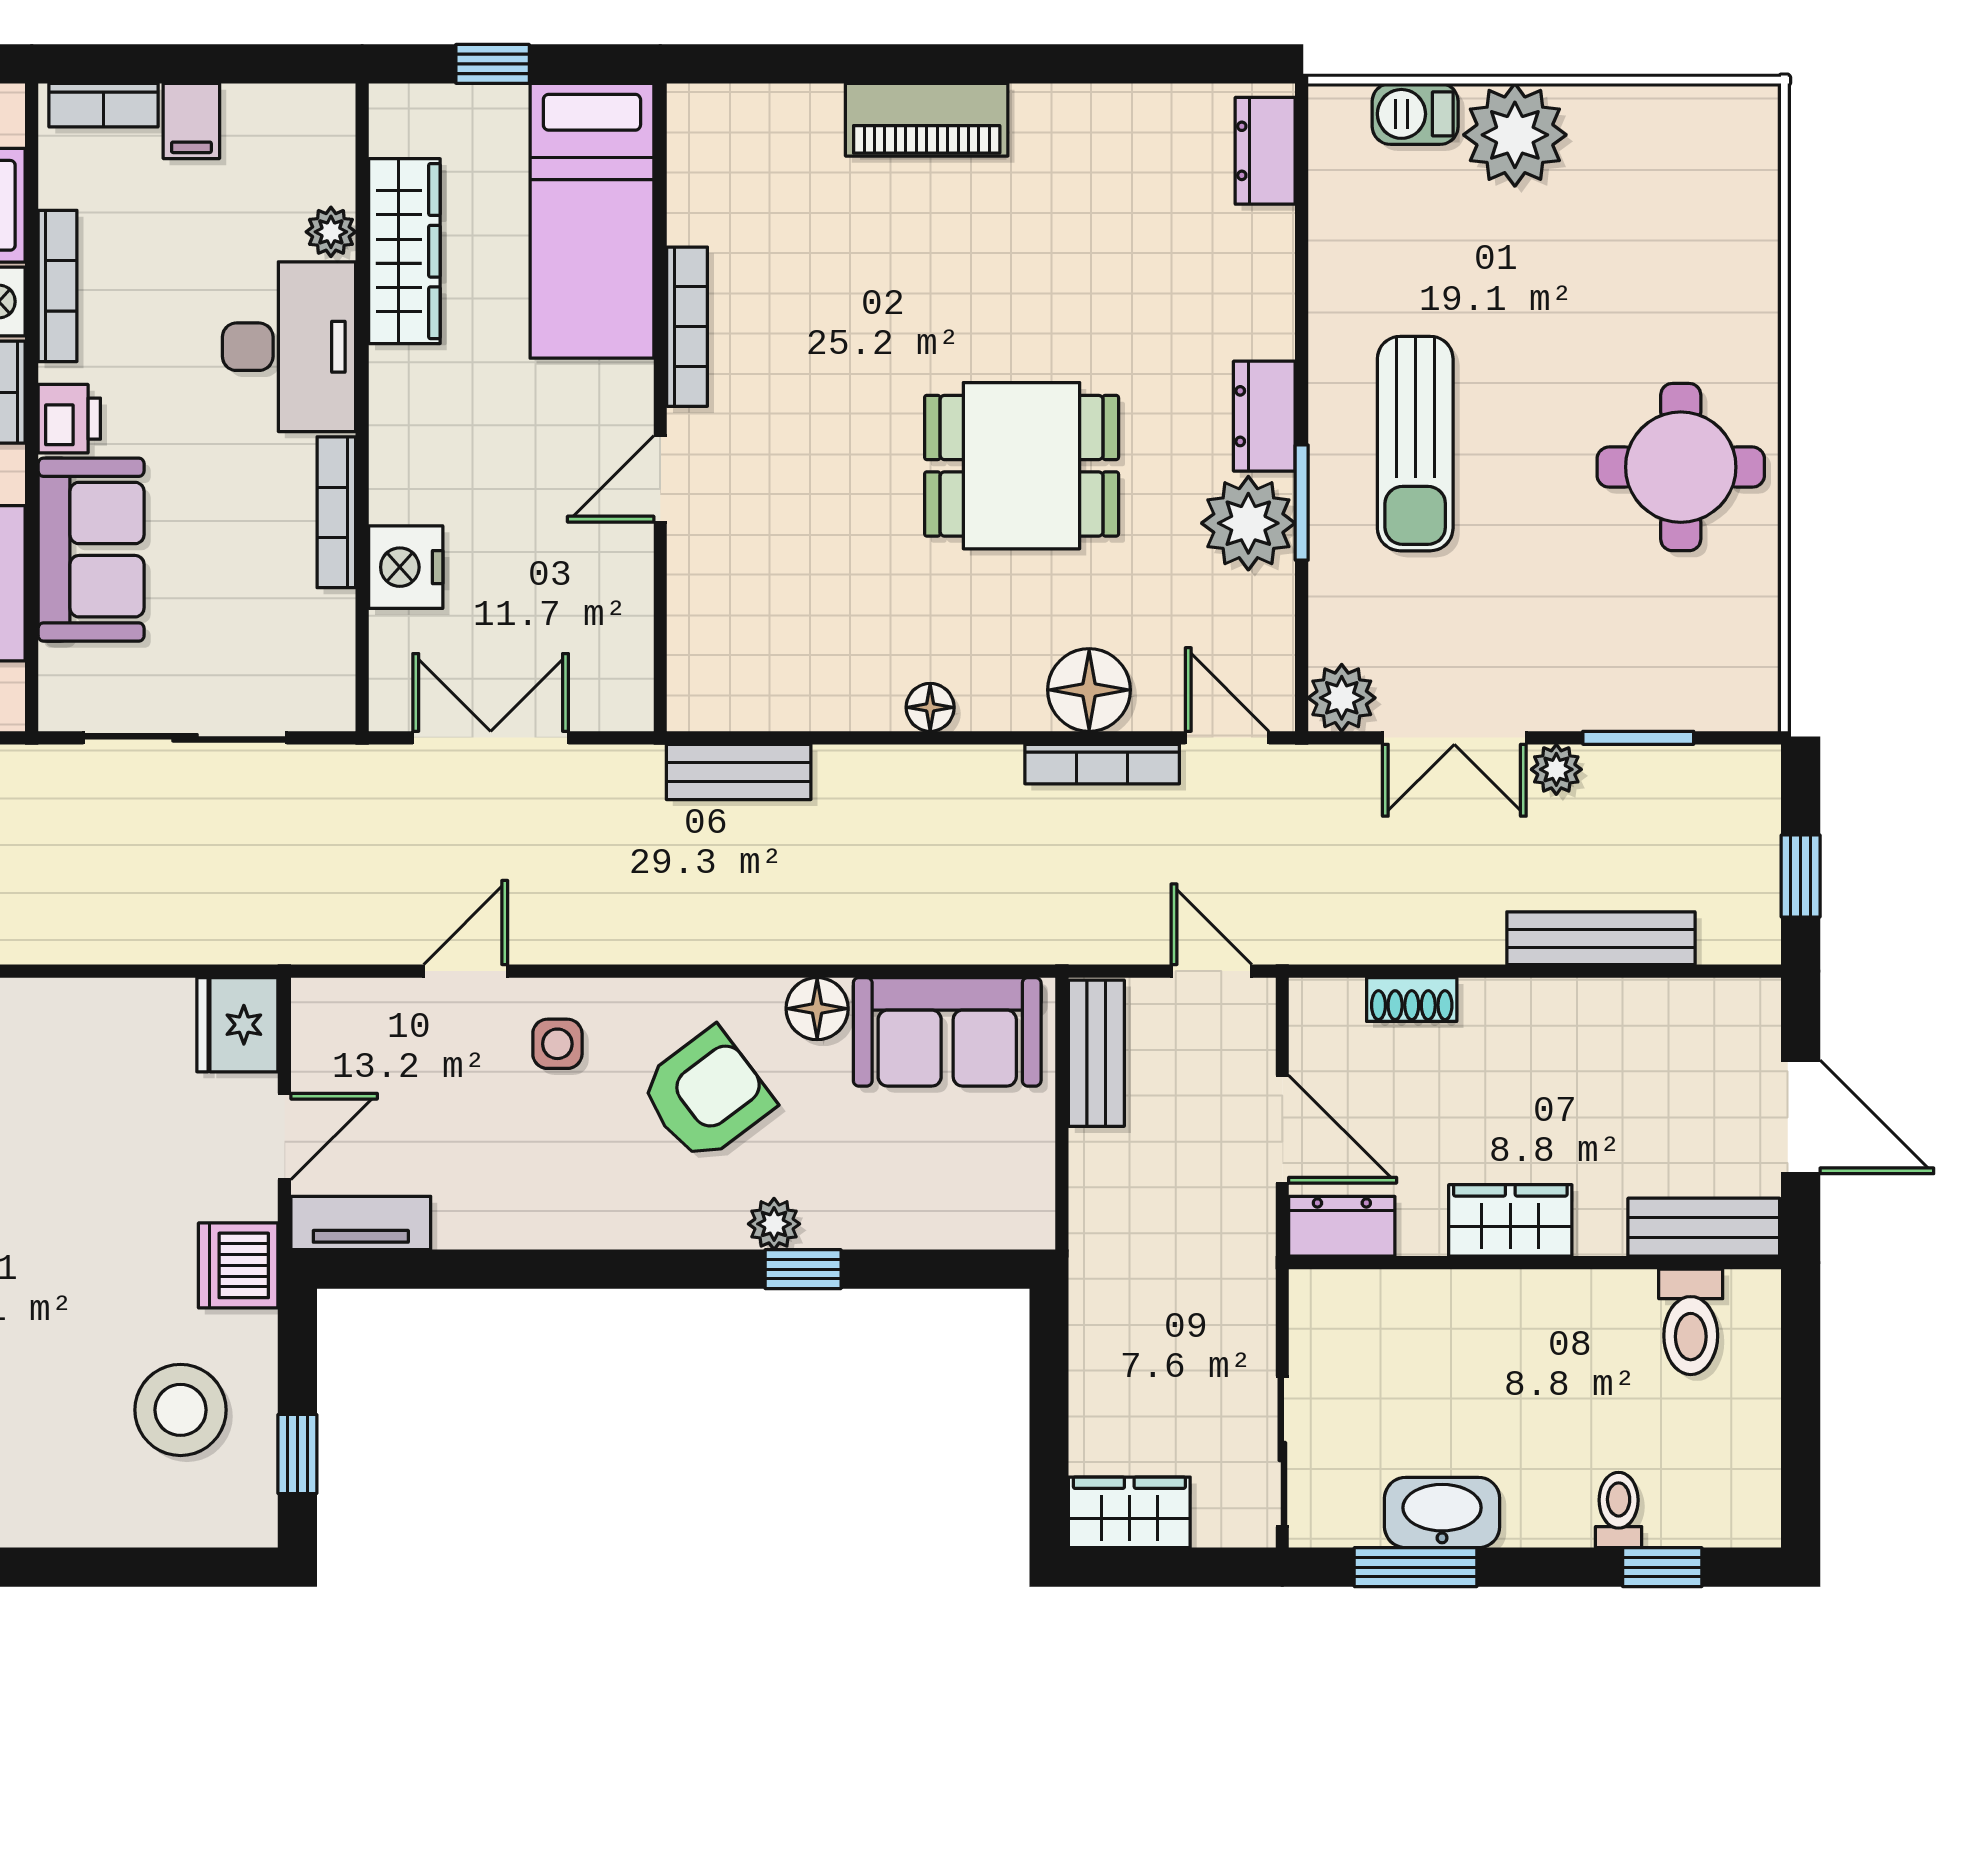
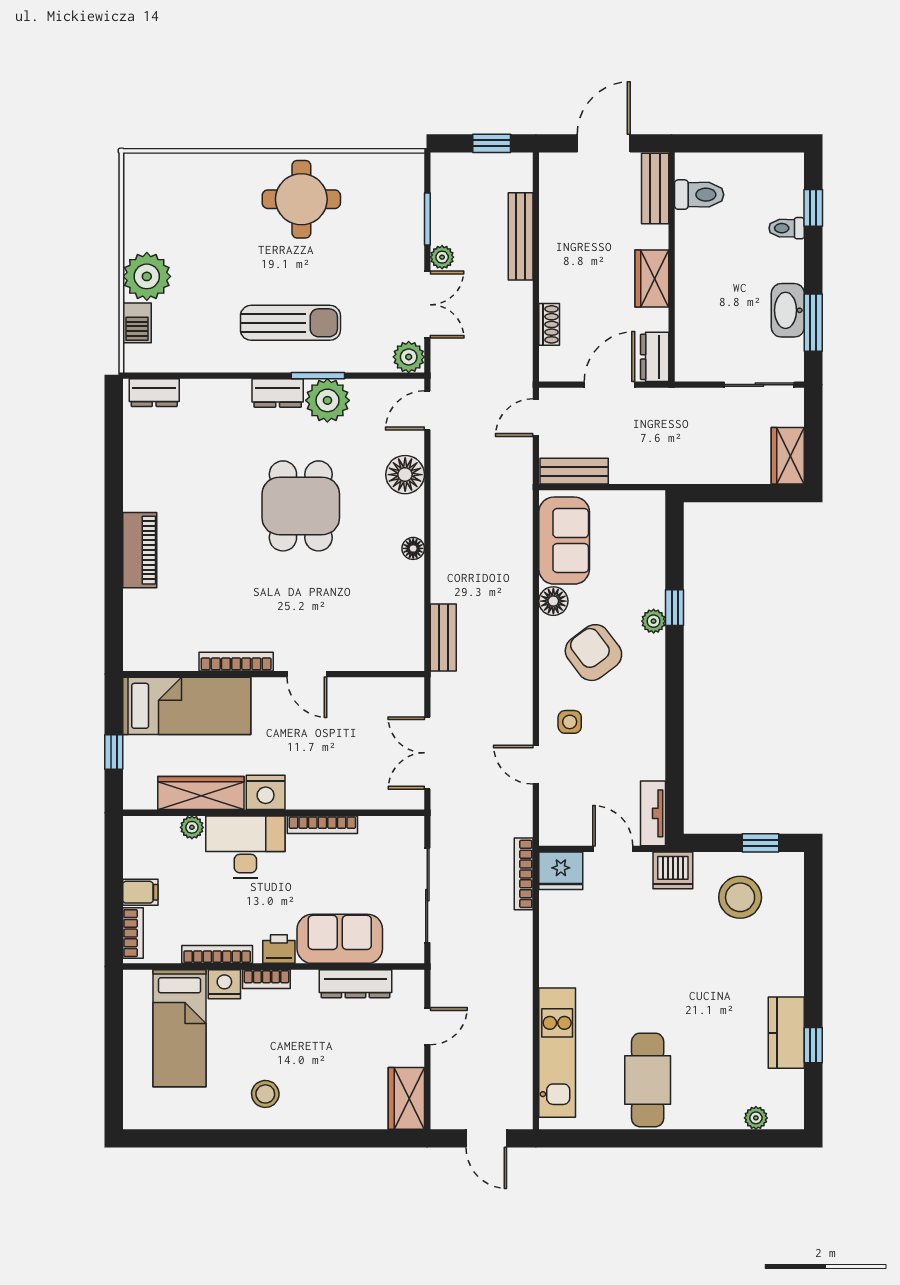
nightstand: (406, 567) -> (266, 792), moved
bookcase: (1102, 764) -> (524, 874), moved, turned 180

